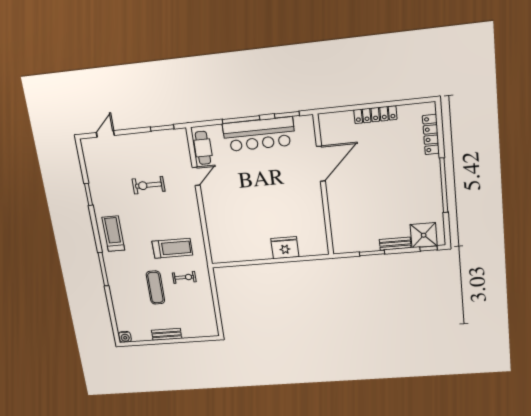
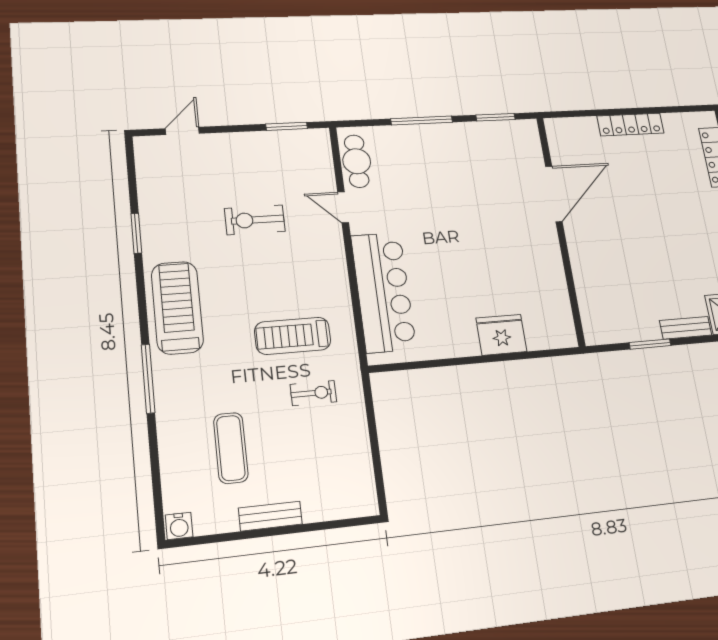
bar counter: (259, 134) -> (383, 292), moved, turned -90
door: (196, 176) -> (343, 207), swing flipped
treadmill: (113, 234) -> (177, 308), width x1.37, depth x1.38
treadmill: (172, 248) -> (293, 336), turned 180
exercise mat: (155, 288) -> (231, 448), moved

